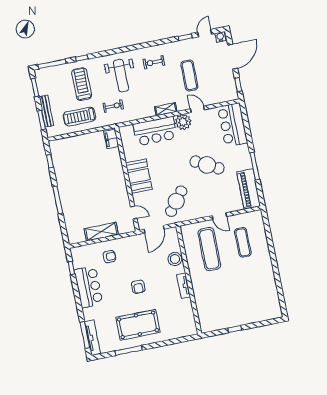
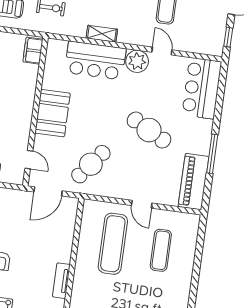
shelving: (166, 109) -> (102, 34), moved
stool: (175, 259) -> (62, 241), removed

